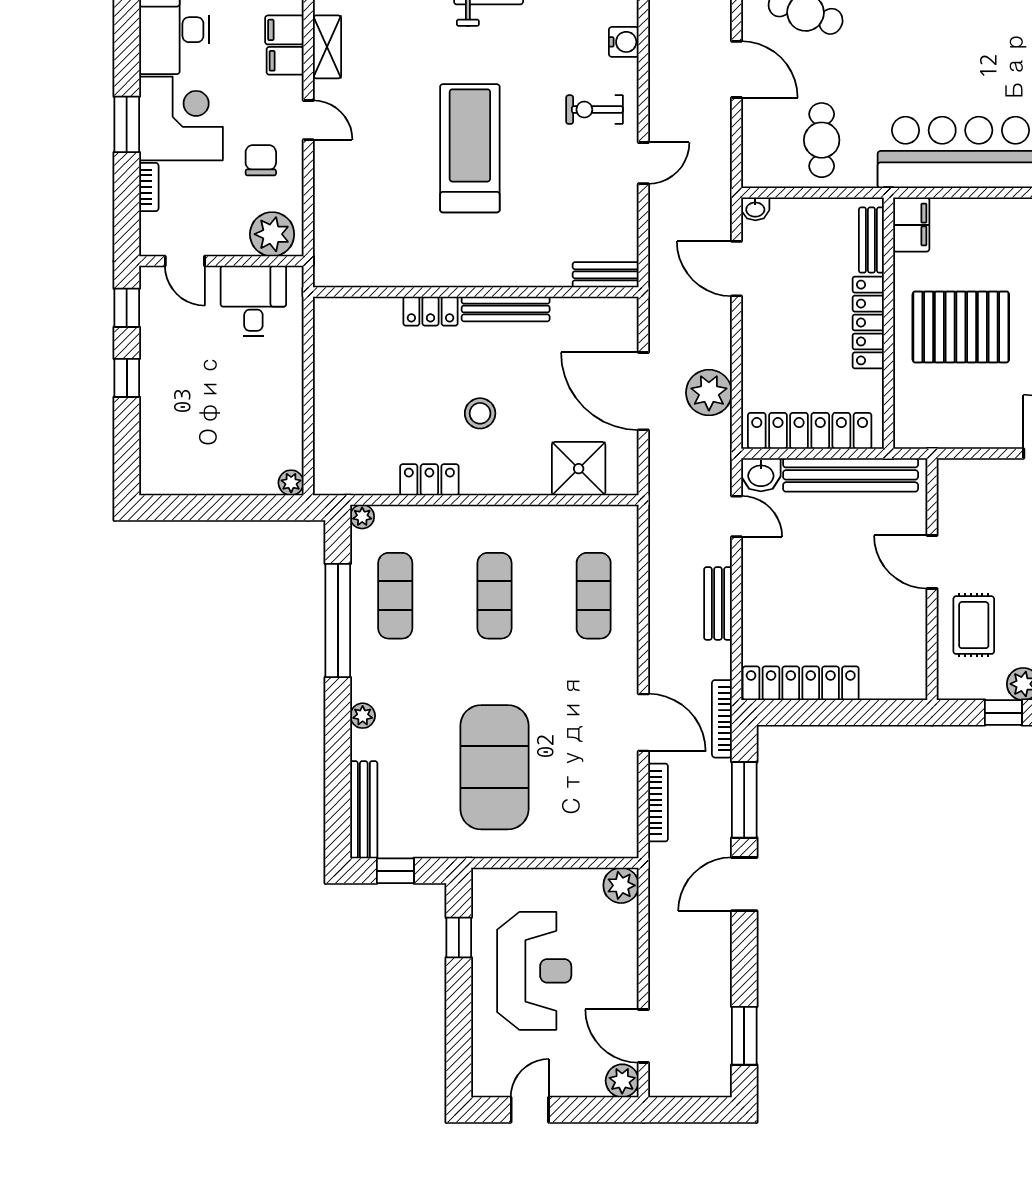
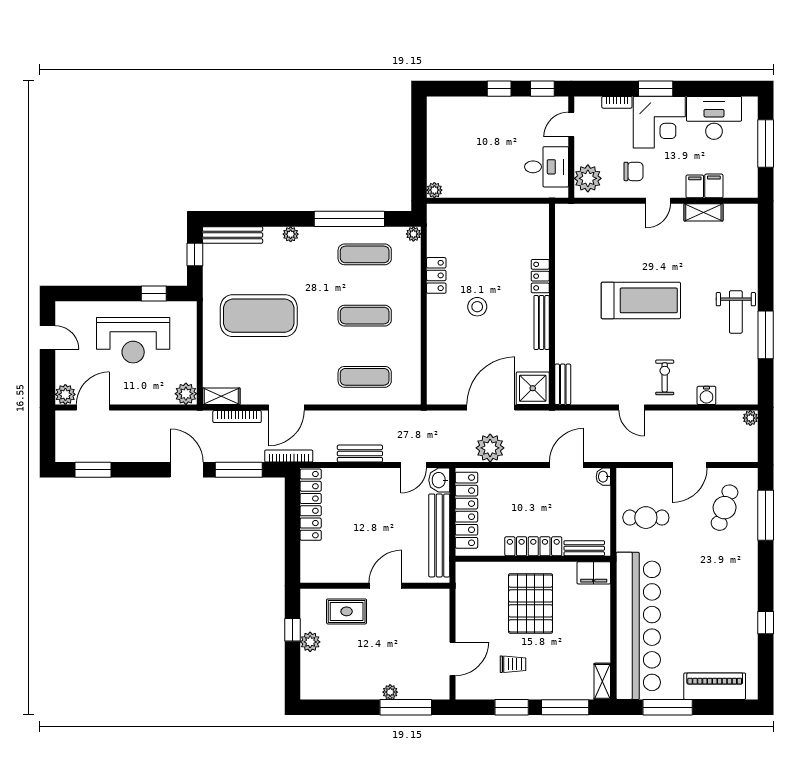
shower: (579, 469) -> (533, 388), moved
shelving: (625, 828) -> (221, 396), added

